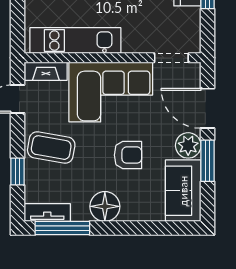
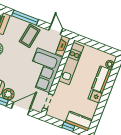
armchair: (128, 155) -> (14, 67), removed
window: (17, 172) -> (25, 18), width x2.17

